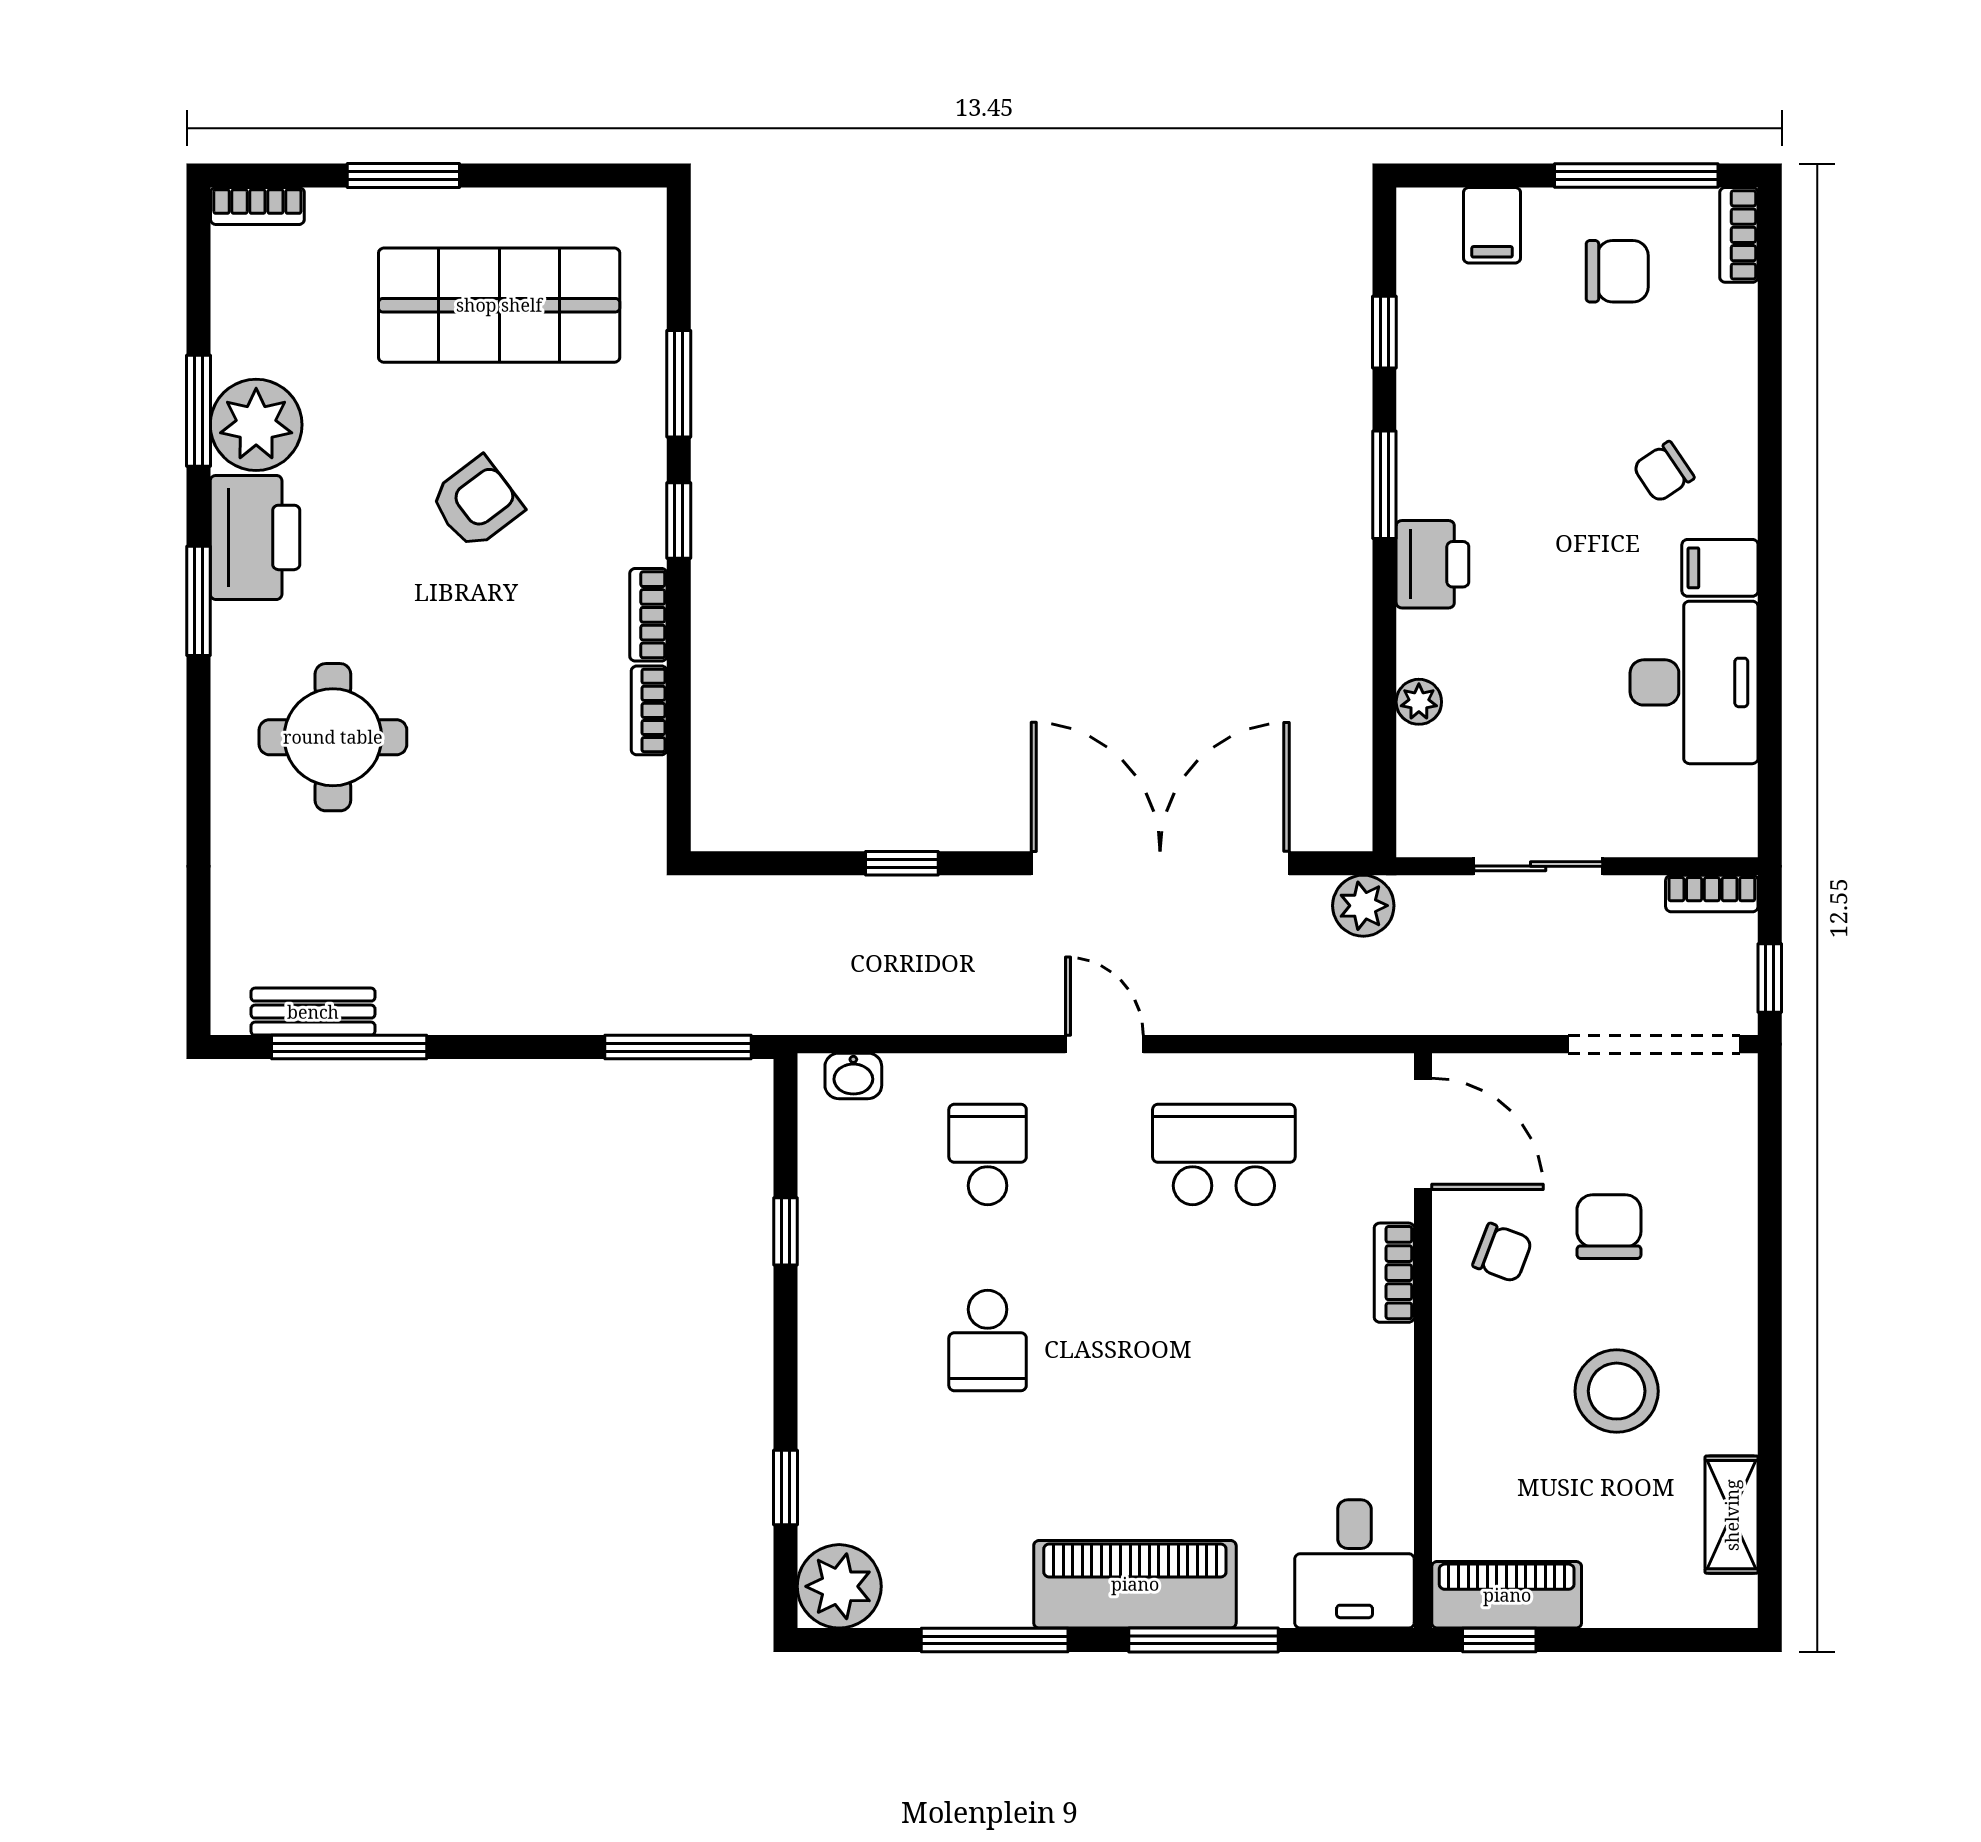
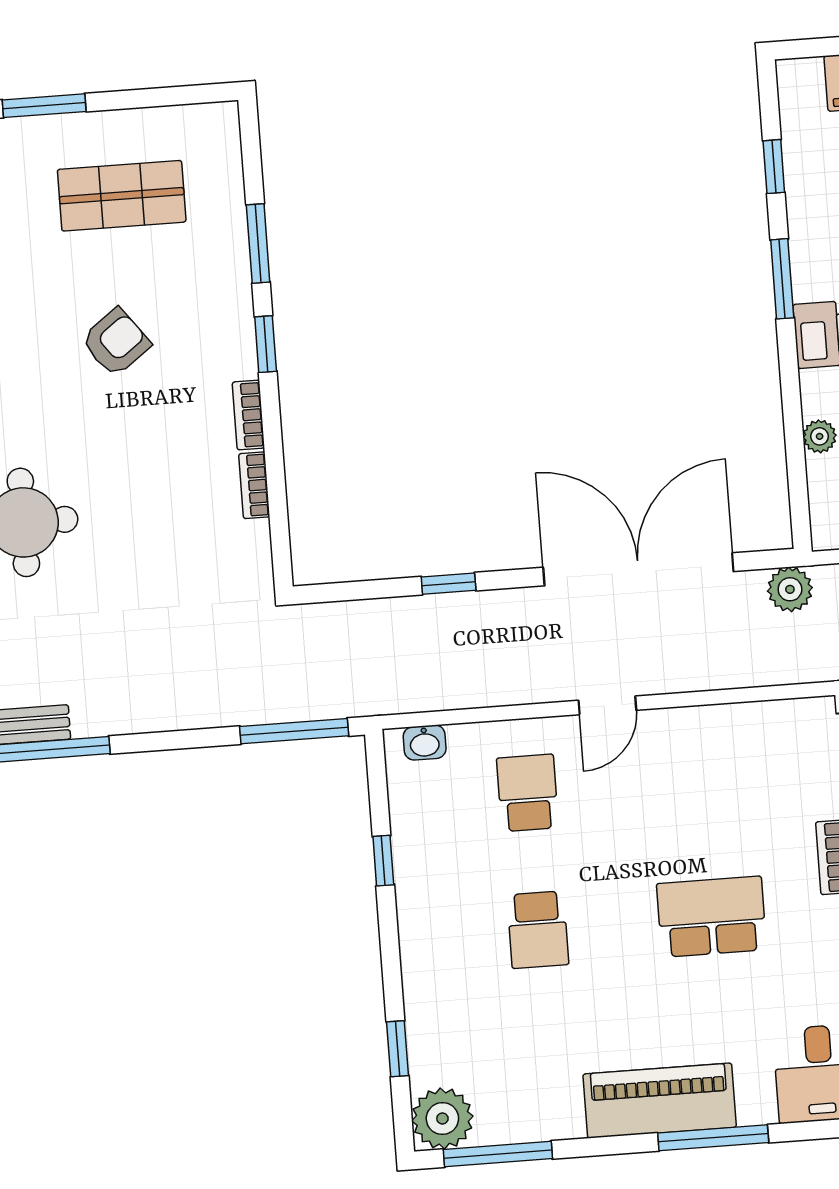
shop shelf: (499, 305) -> (122, 196), width x0.70, depth x0.74
door: (1104, 1044) -> (607, 705), swing flipped
school desk: (1224, 1154) -> (712, 917), moved
window: (995, 1640) -> (498, 1154), moved

